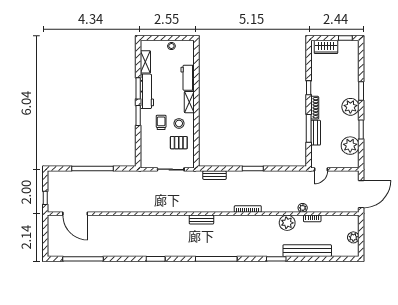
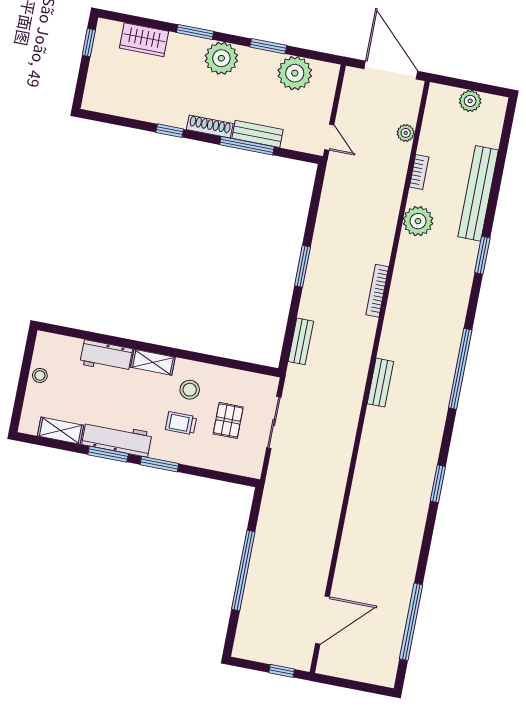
wardrobe: (326, 47) -> (144, 40), moved, turned 90
pallet: (179, 143) -> (228, 420), moved
plant: (303, 208) -> (406, 133), moved

